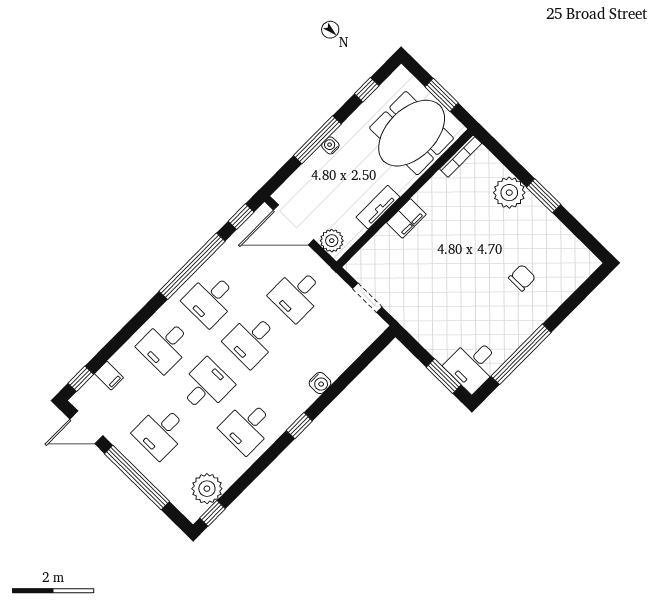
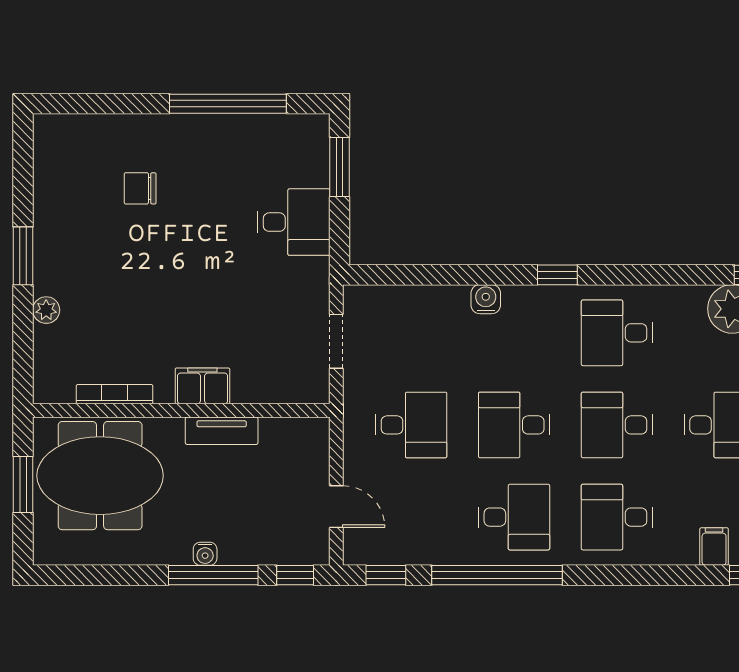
window: (367, 90) -> (295, 575), moved
bookcase: (461, 156) -> (115, 394), moved
plant: (509, 193) -> (46, 310), width x0.53, depth x0.53
door: (294, 225) -> (336, 507), width x0.53
plant: (332, 241) -> (311, 446), removed
desk: (251, 340) -> (514, 425), turned 180
desk: (165, 345) -> (617, 517), turned 180
desk: (473, 365) -> (294, 222), moved
desk: (247, 427) -> (617, 333), turned 180

